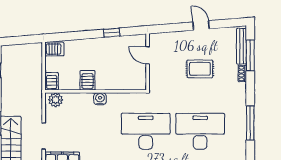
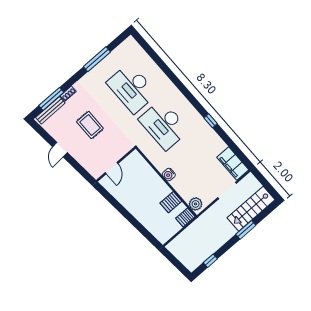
window: (112, 33) -> (117, 206), removed
server rack: (54, 49) -> (162, 235), removed
server rack: (87, 80) -> (171, 202), moved

